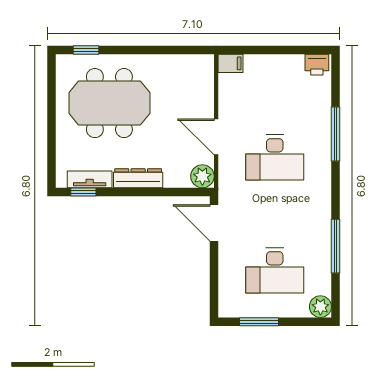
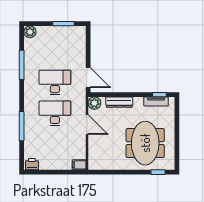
meeting table: (109, 103) -> (145, 143), turned 90
dresser: (138, 178) -> (119, 102), moved
desk: (275, 271) -> (55, 82), moved

